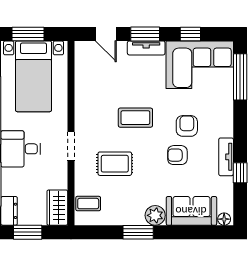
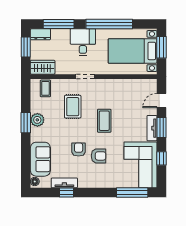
tv unit: (226, 157) -> (64, 183), moved
plant: (155, 215) -> (37, 120), moved

